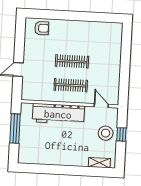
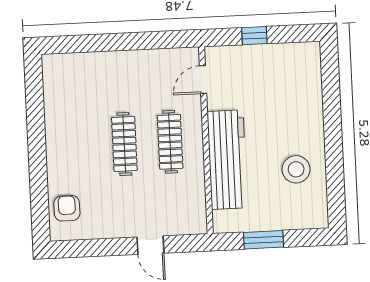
window: (15, 128) -> (263, 240), width x0.69
stool: (106, 133) -> (296, 169), moved
shelving: (99, 163) -> (312, 72), removed

